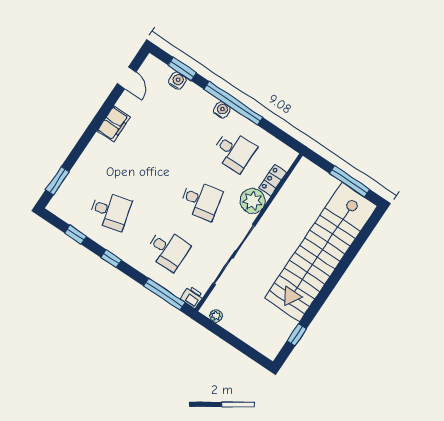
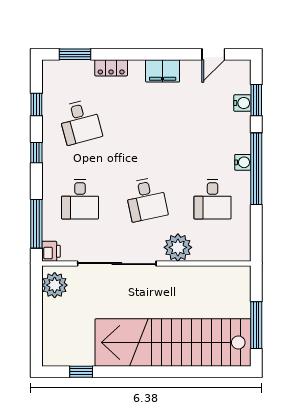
locker: (273, 180) -> (111, 68), moved, turned 180
plant: (216, 316) -> (55, 285), width x1.88, depth x1.88

